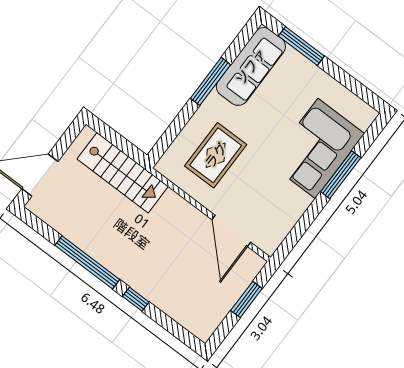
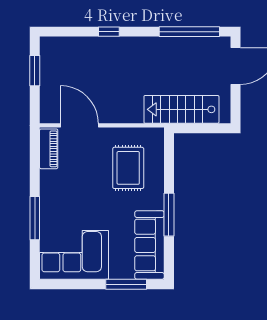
corner sofa: (317, 148) -> (74, 255), moved, turned -90
piano: (278, 231) -> (49, 149), added
window: (87, 262) -> (189, 32), moved
window: (246, 300) -> (35, 71), moved

